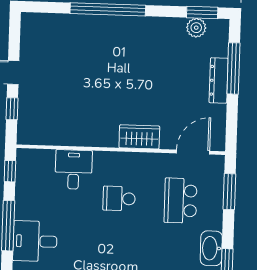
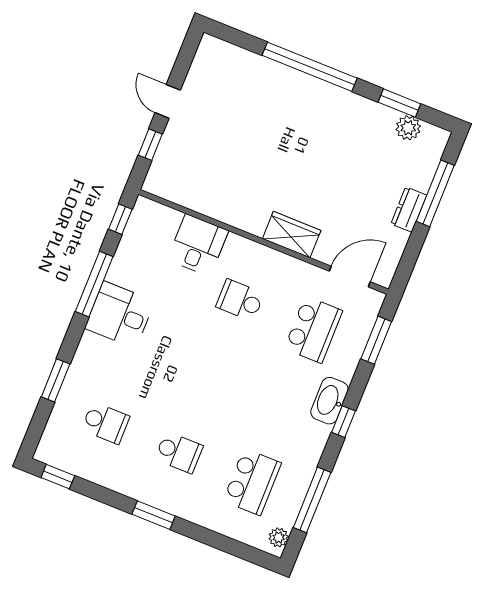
window: (202, 12) -> (399, 103), moved
dresser: (219, 80) -> (409, 210), width x0.70
school desk: (181, 201) -> (313, 330), turned 180

